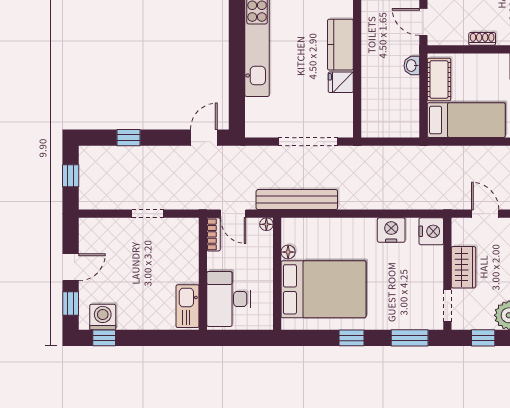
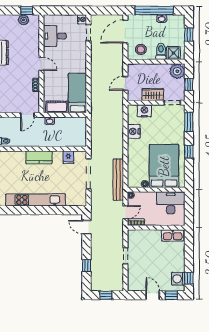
fridge: (341, 82) -> (68, 157), moved
nightstand: (431, 231) -> (144, 111), moved
desk: (229, 299) -> (171, 203), moved, turned 180

